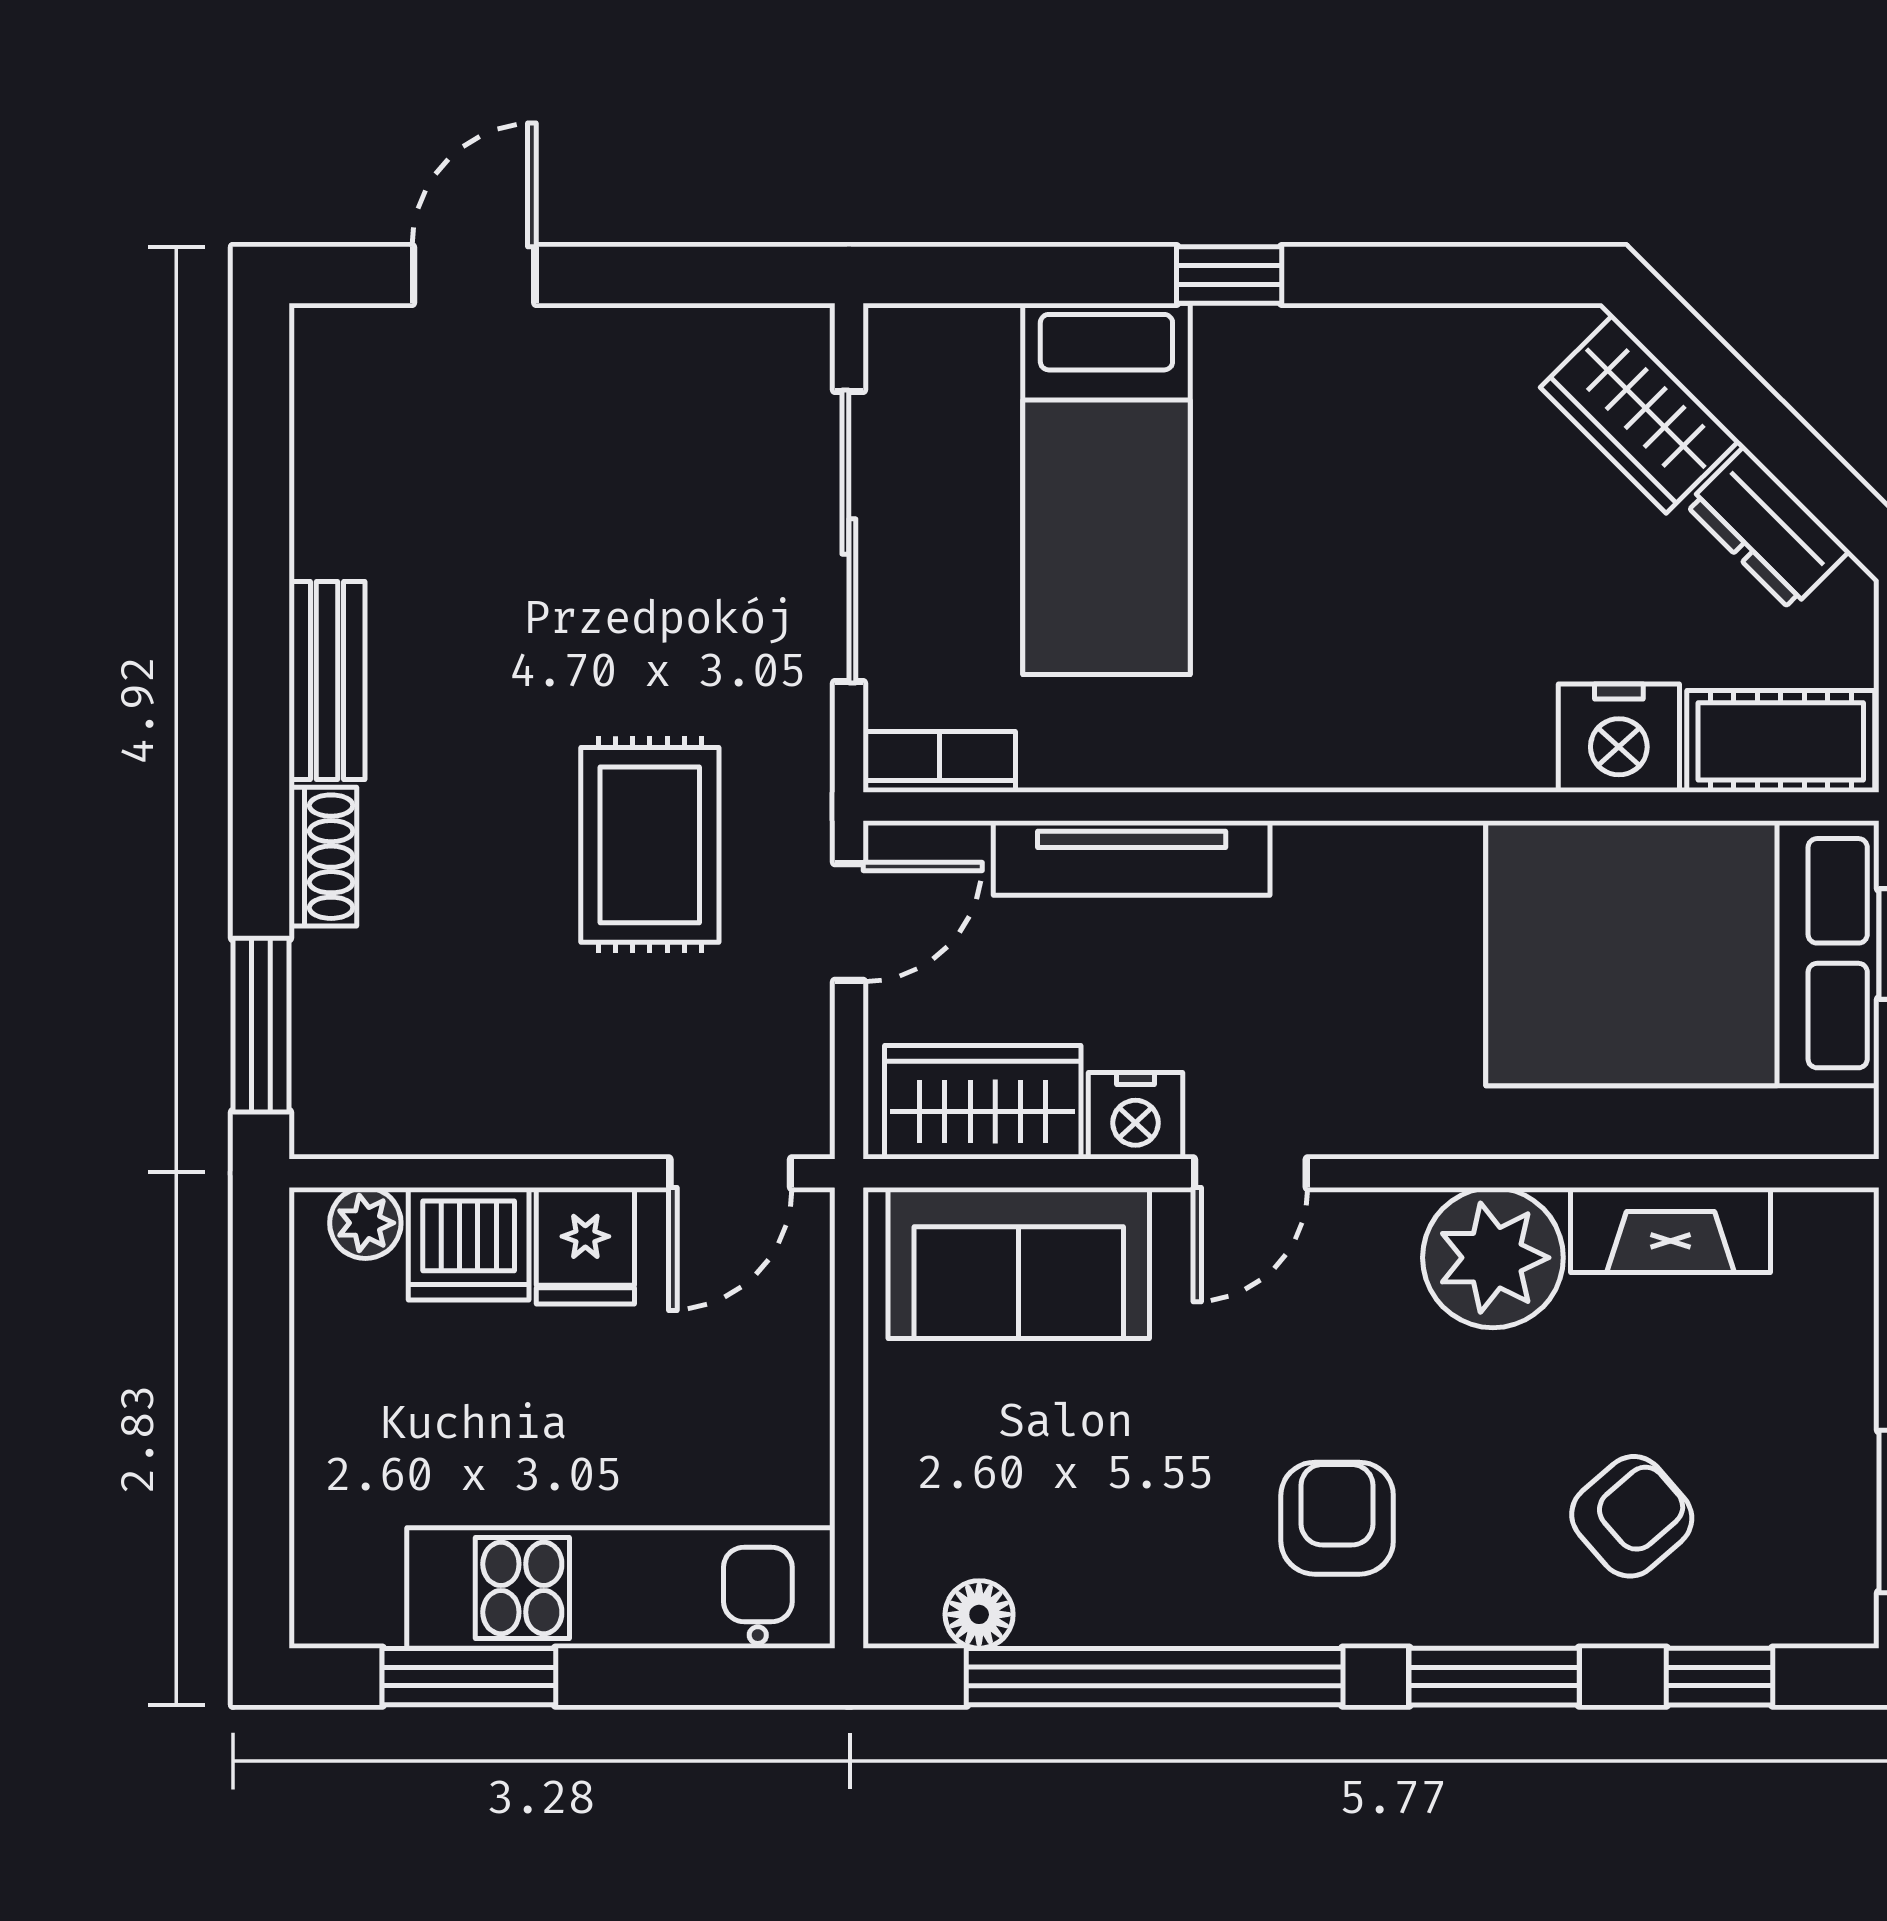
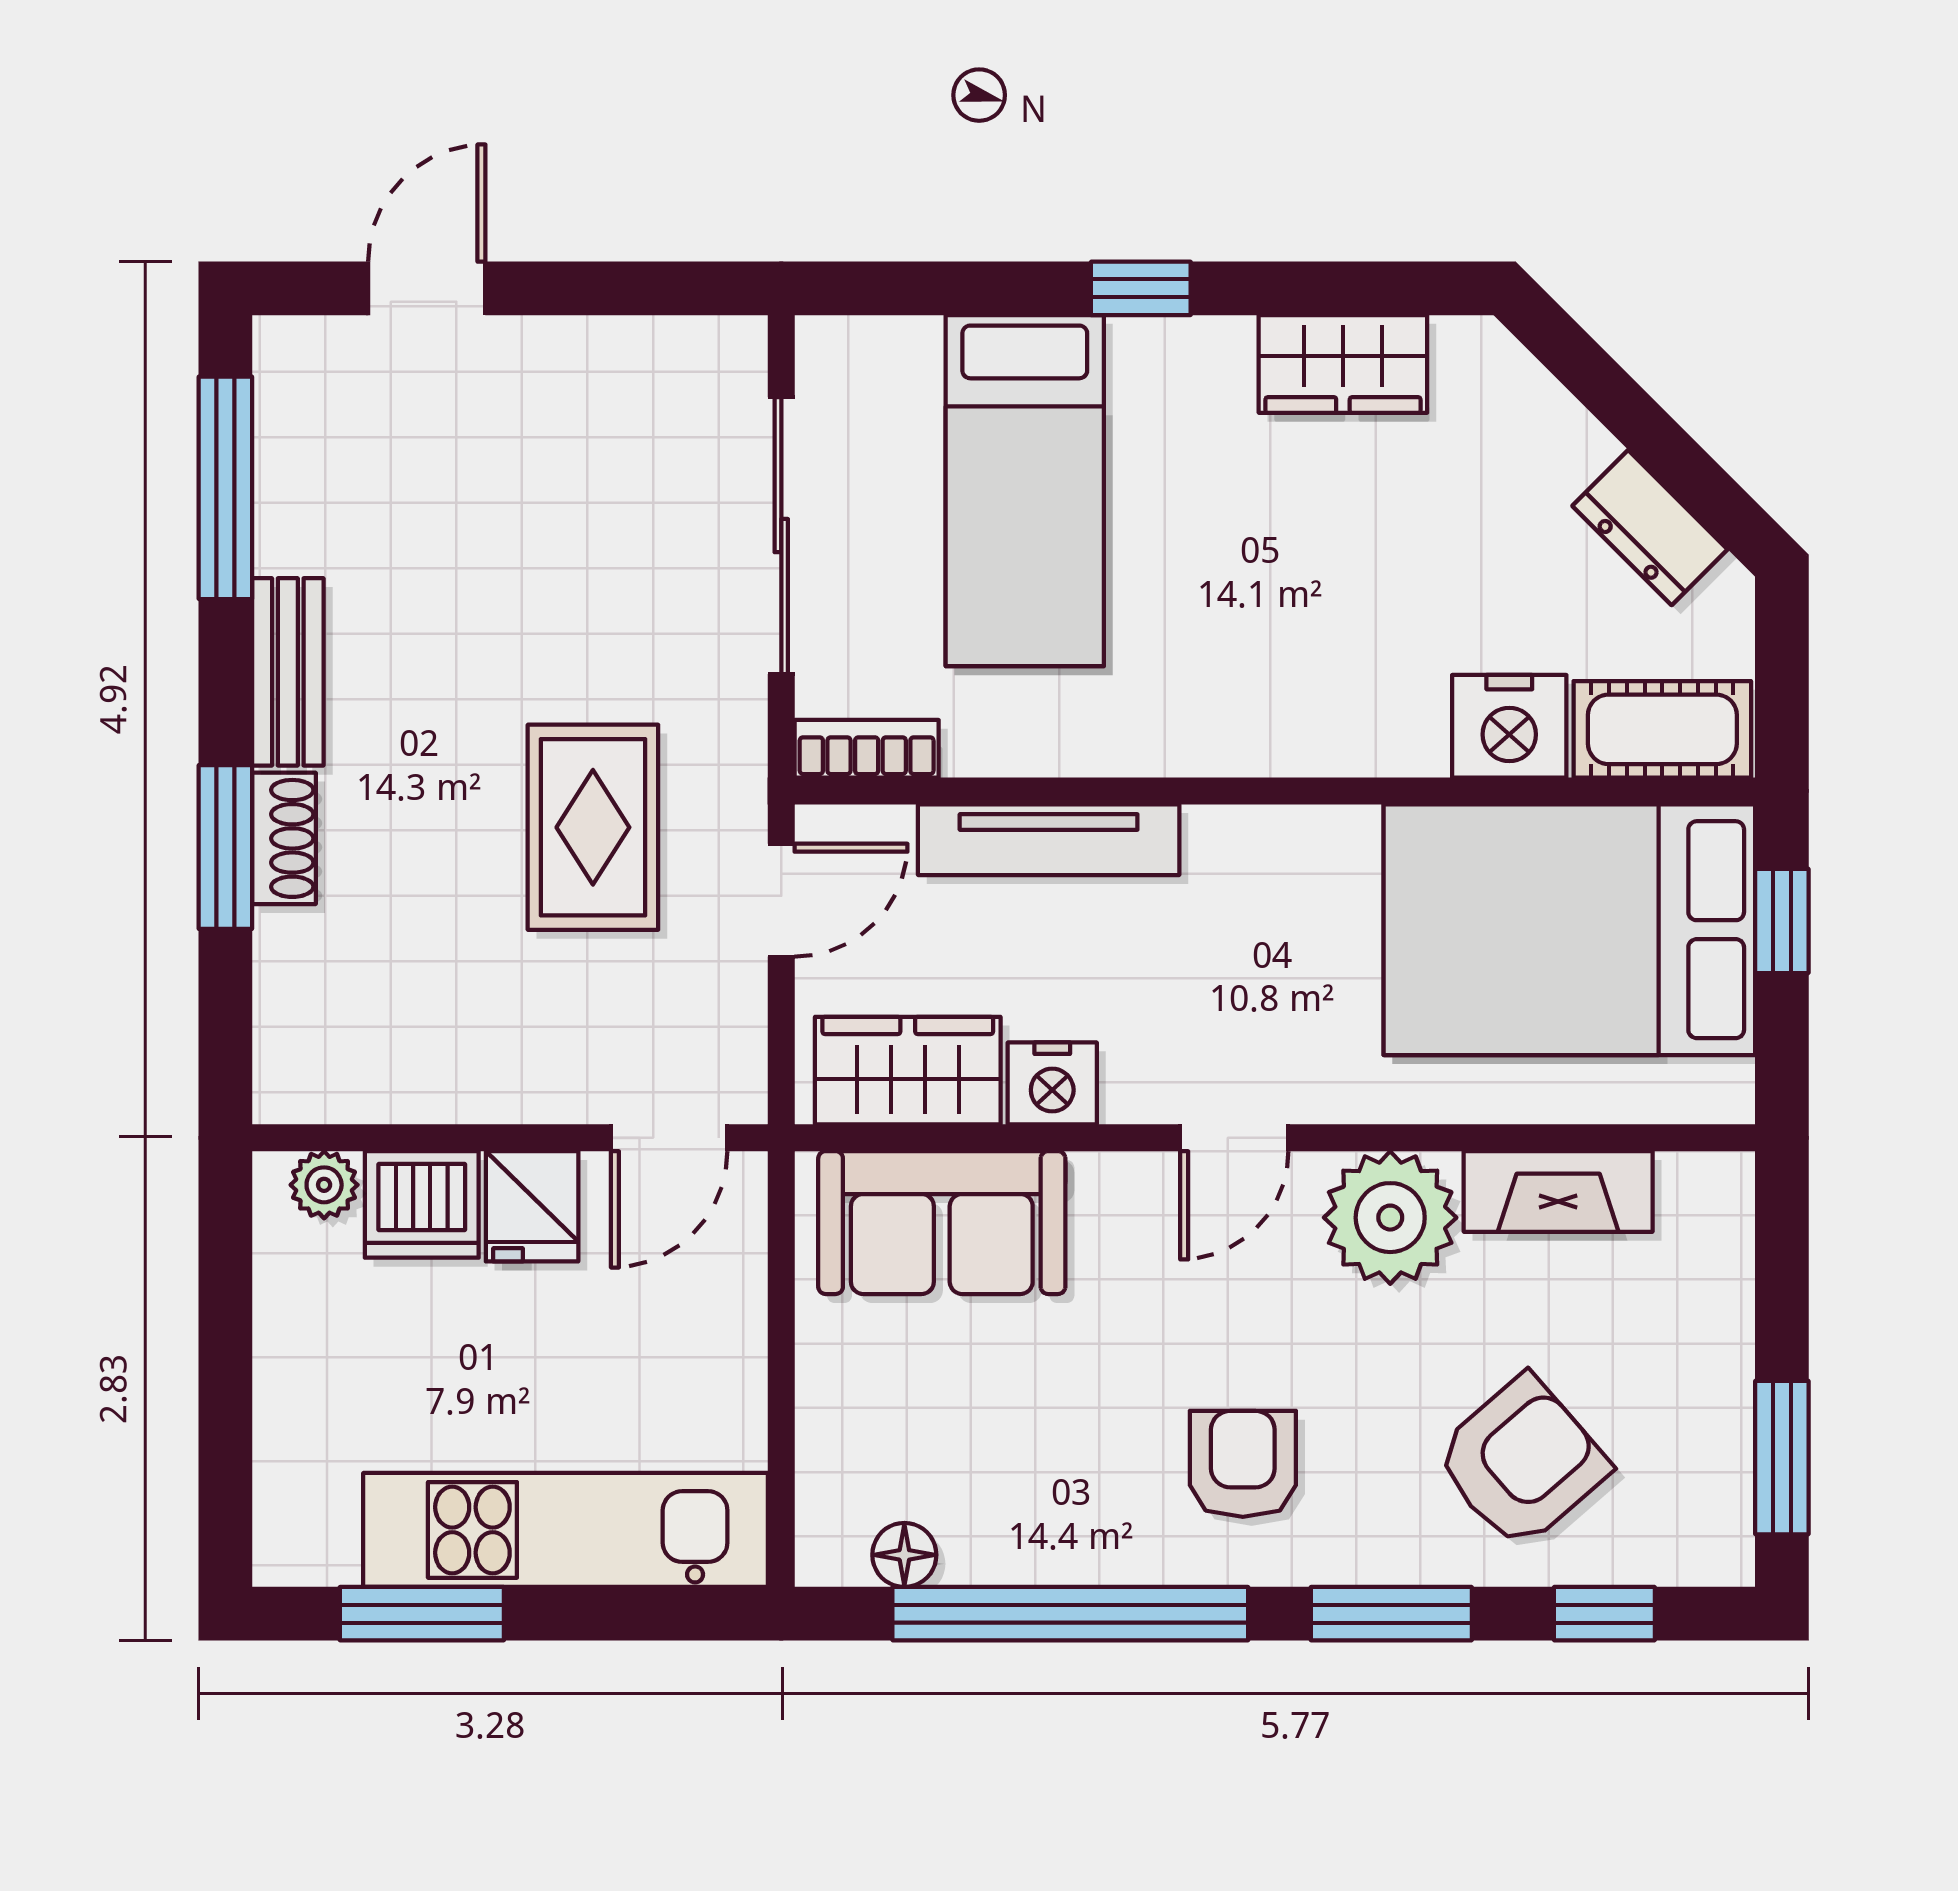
wardrobe: (1640, 414) -> (1343, 364), moved, turned -45
window: (261, 486) -> (225, 488), added
window: (261, 1025) -> (225, 847), moved
door: (1250, 1173) -> (1234, 1138), moved
armchair: (1632, 1516) -> (1521, 1462), width x1.38, depth x1.38

